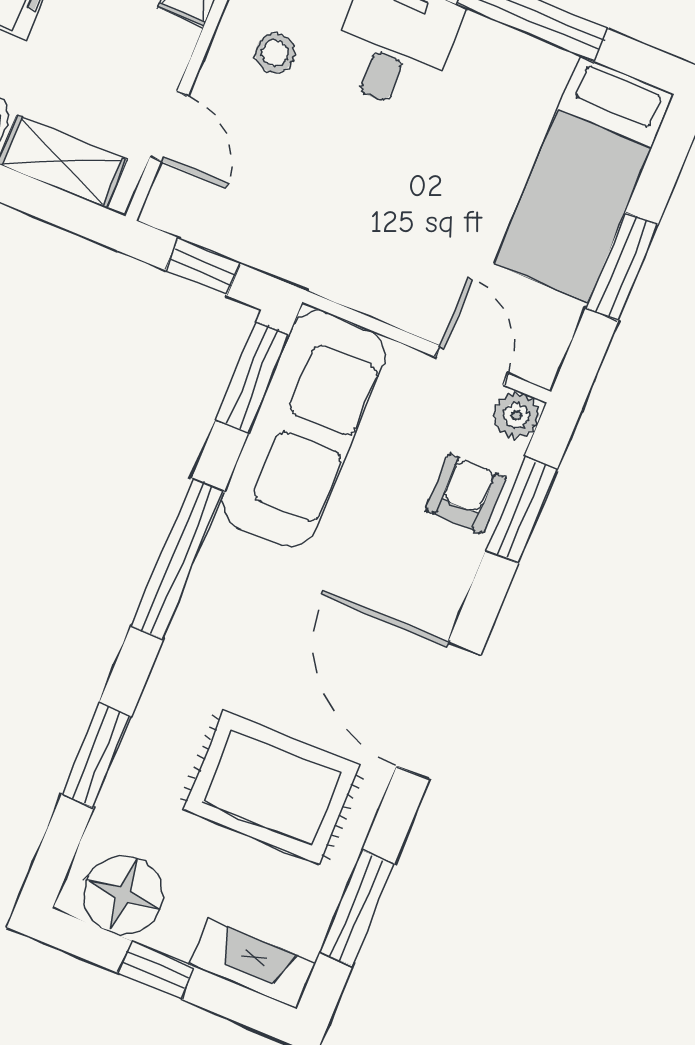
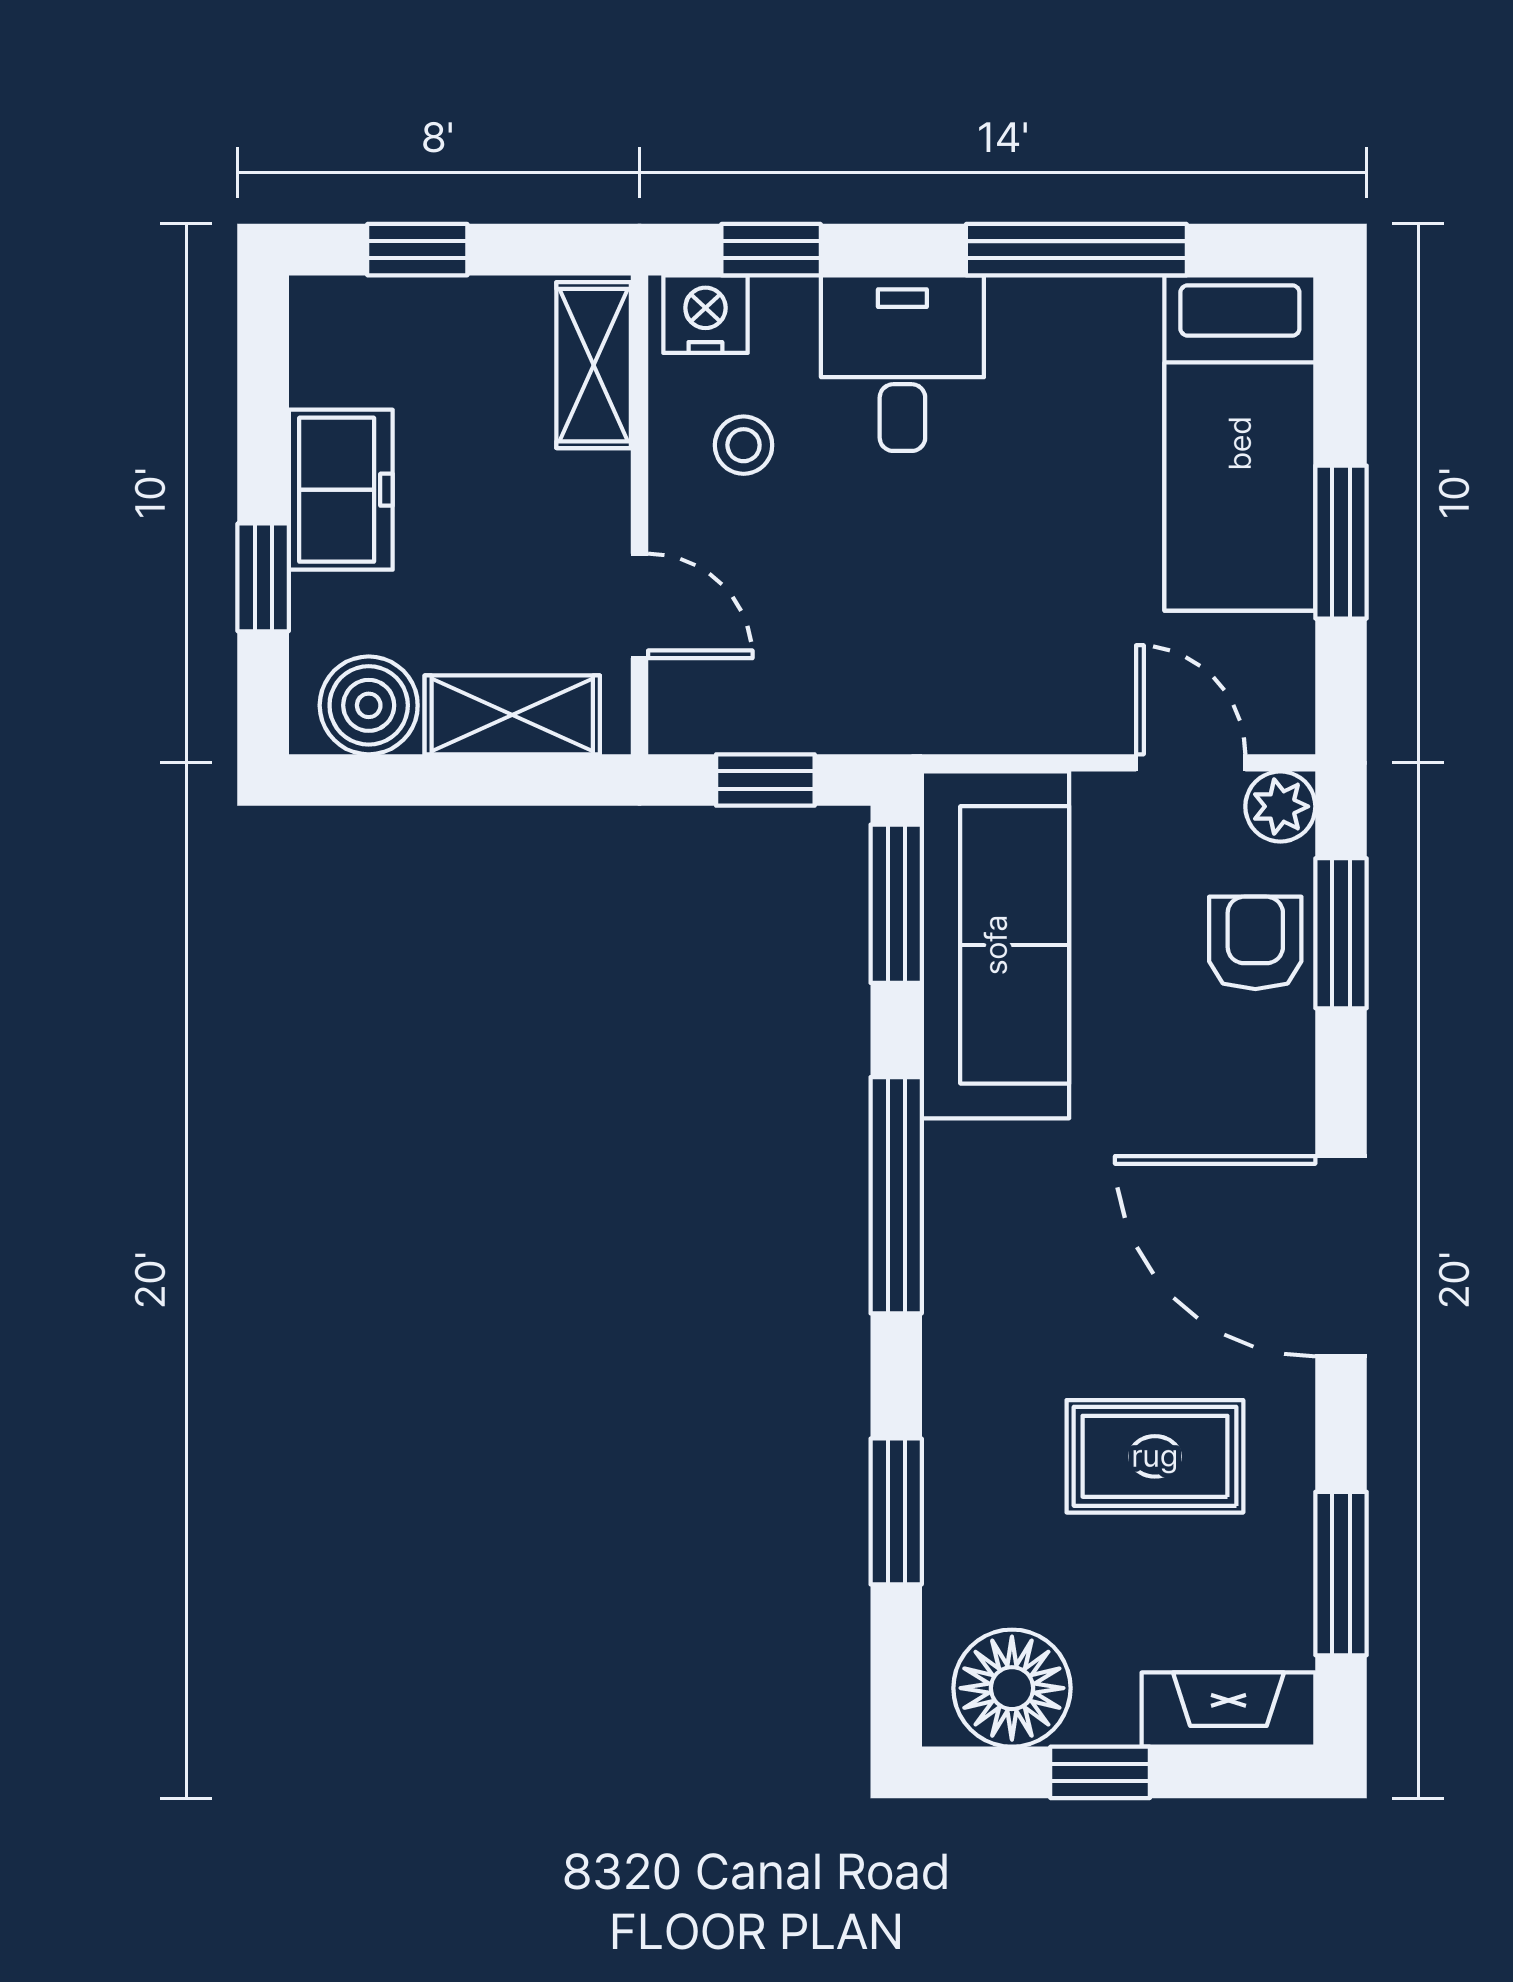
rug: (272, 787) -> (1155, 1456), width x0.73, depth x0.70

